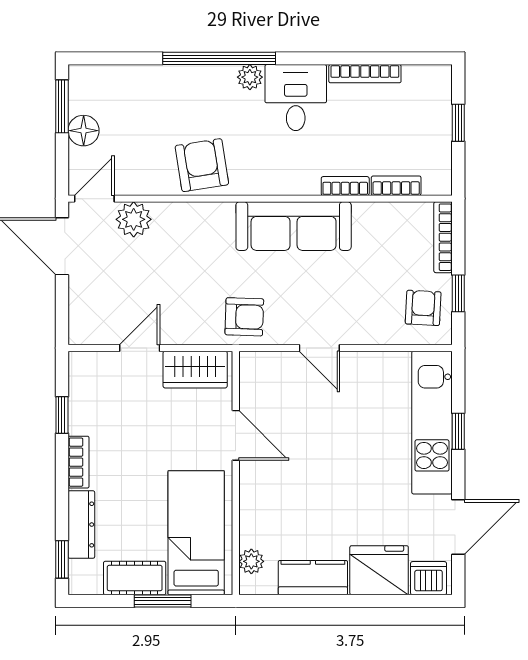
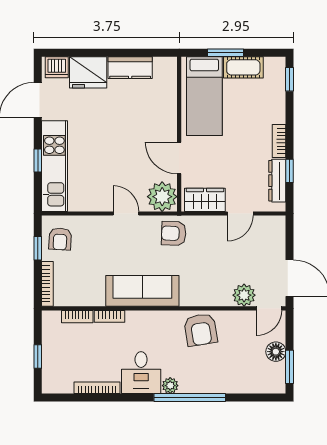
dresser: (81, 525) -> (277, 181), moved
plant: (251, 561) -> (162, 197), moved, width x1.88, depth x1.88

